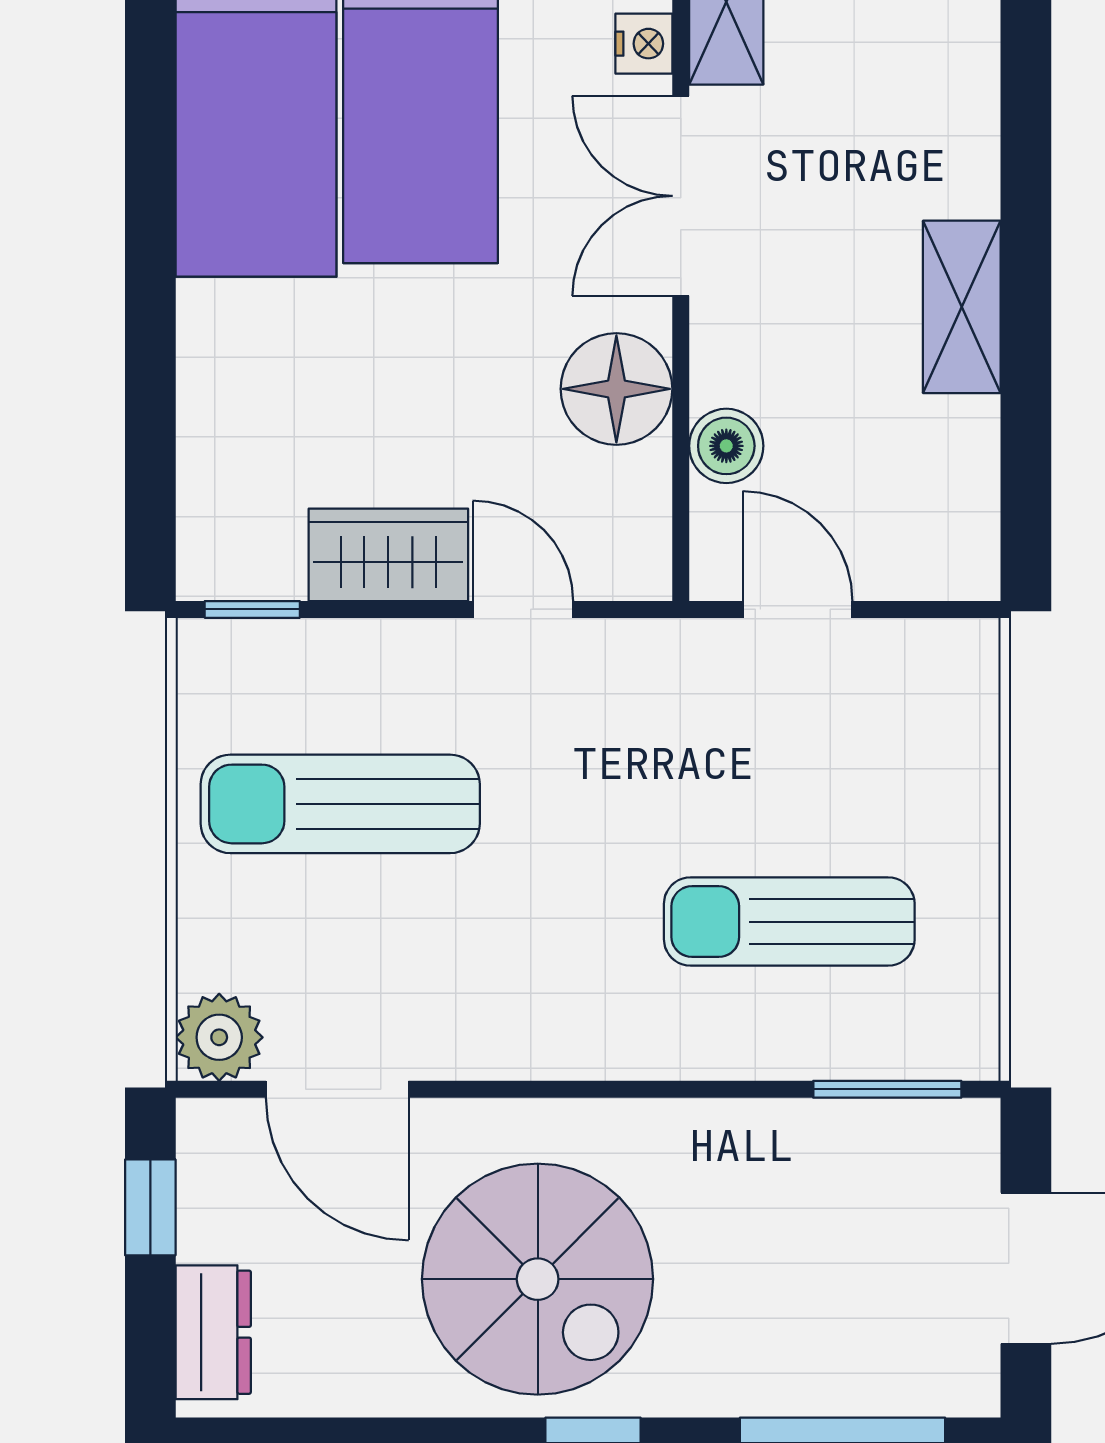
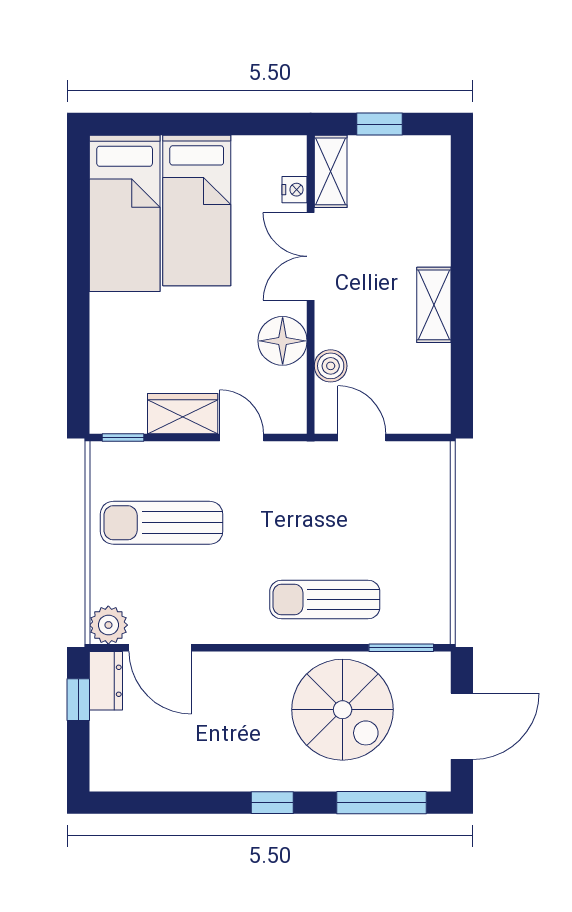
sun lounger: (789, 922) -> (325, 600), moved
spiral stairs: (538, 1279) -> (343, 710), moved
dresser: (213, 1332) -> (106, 681), moved

